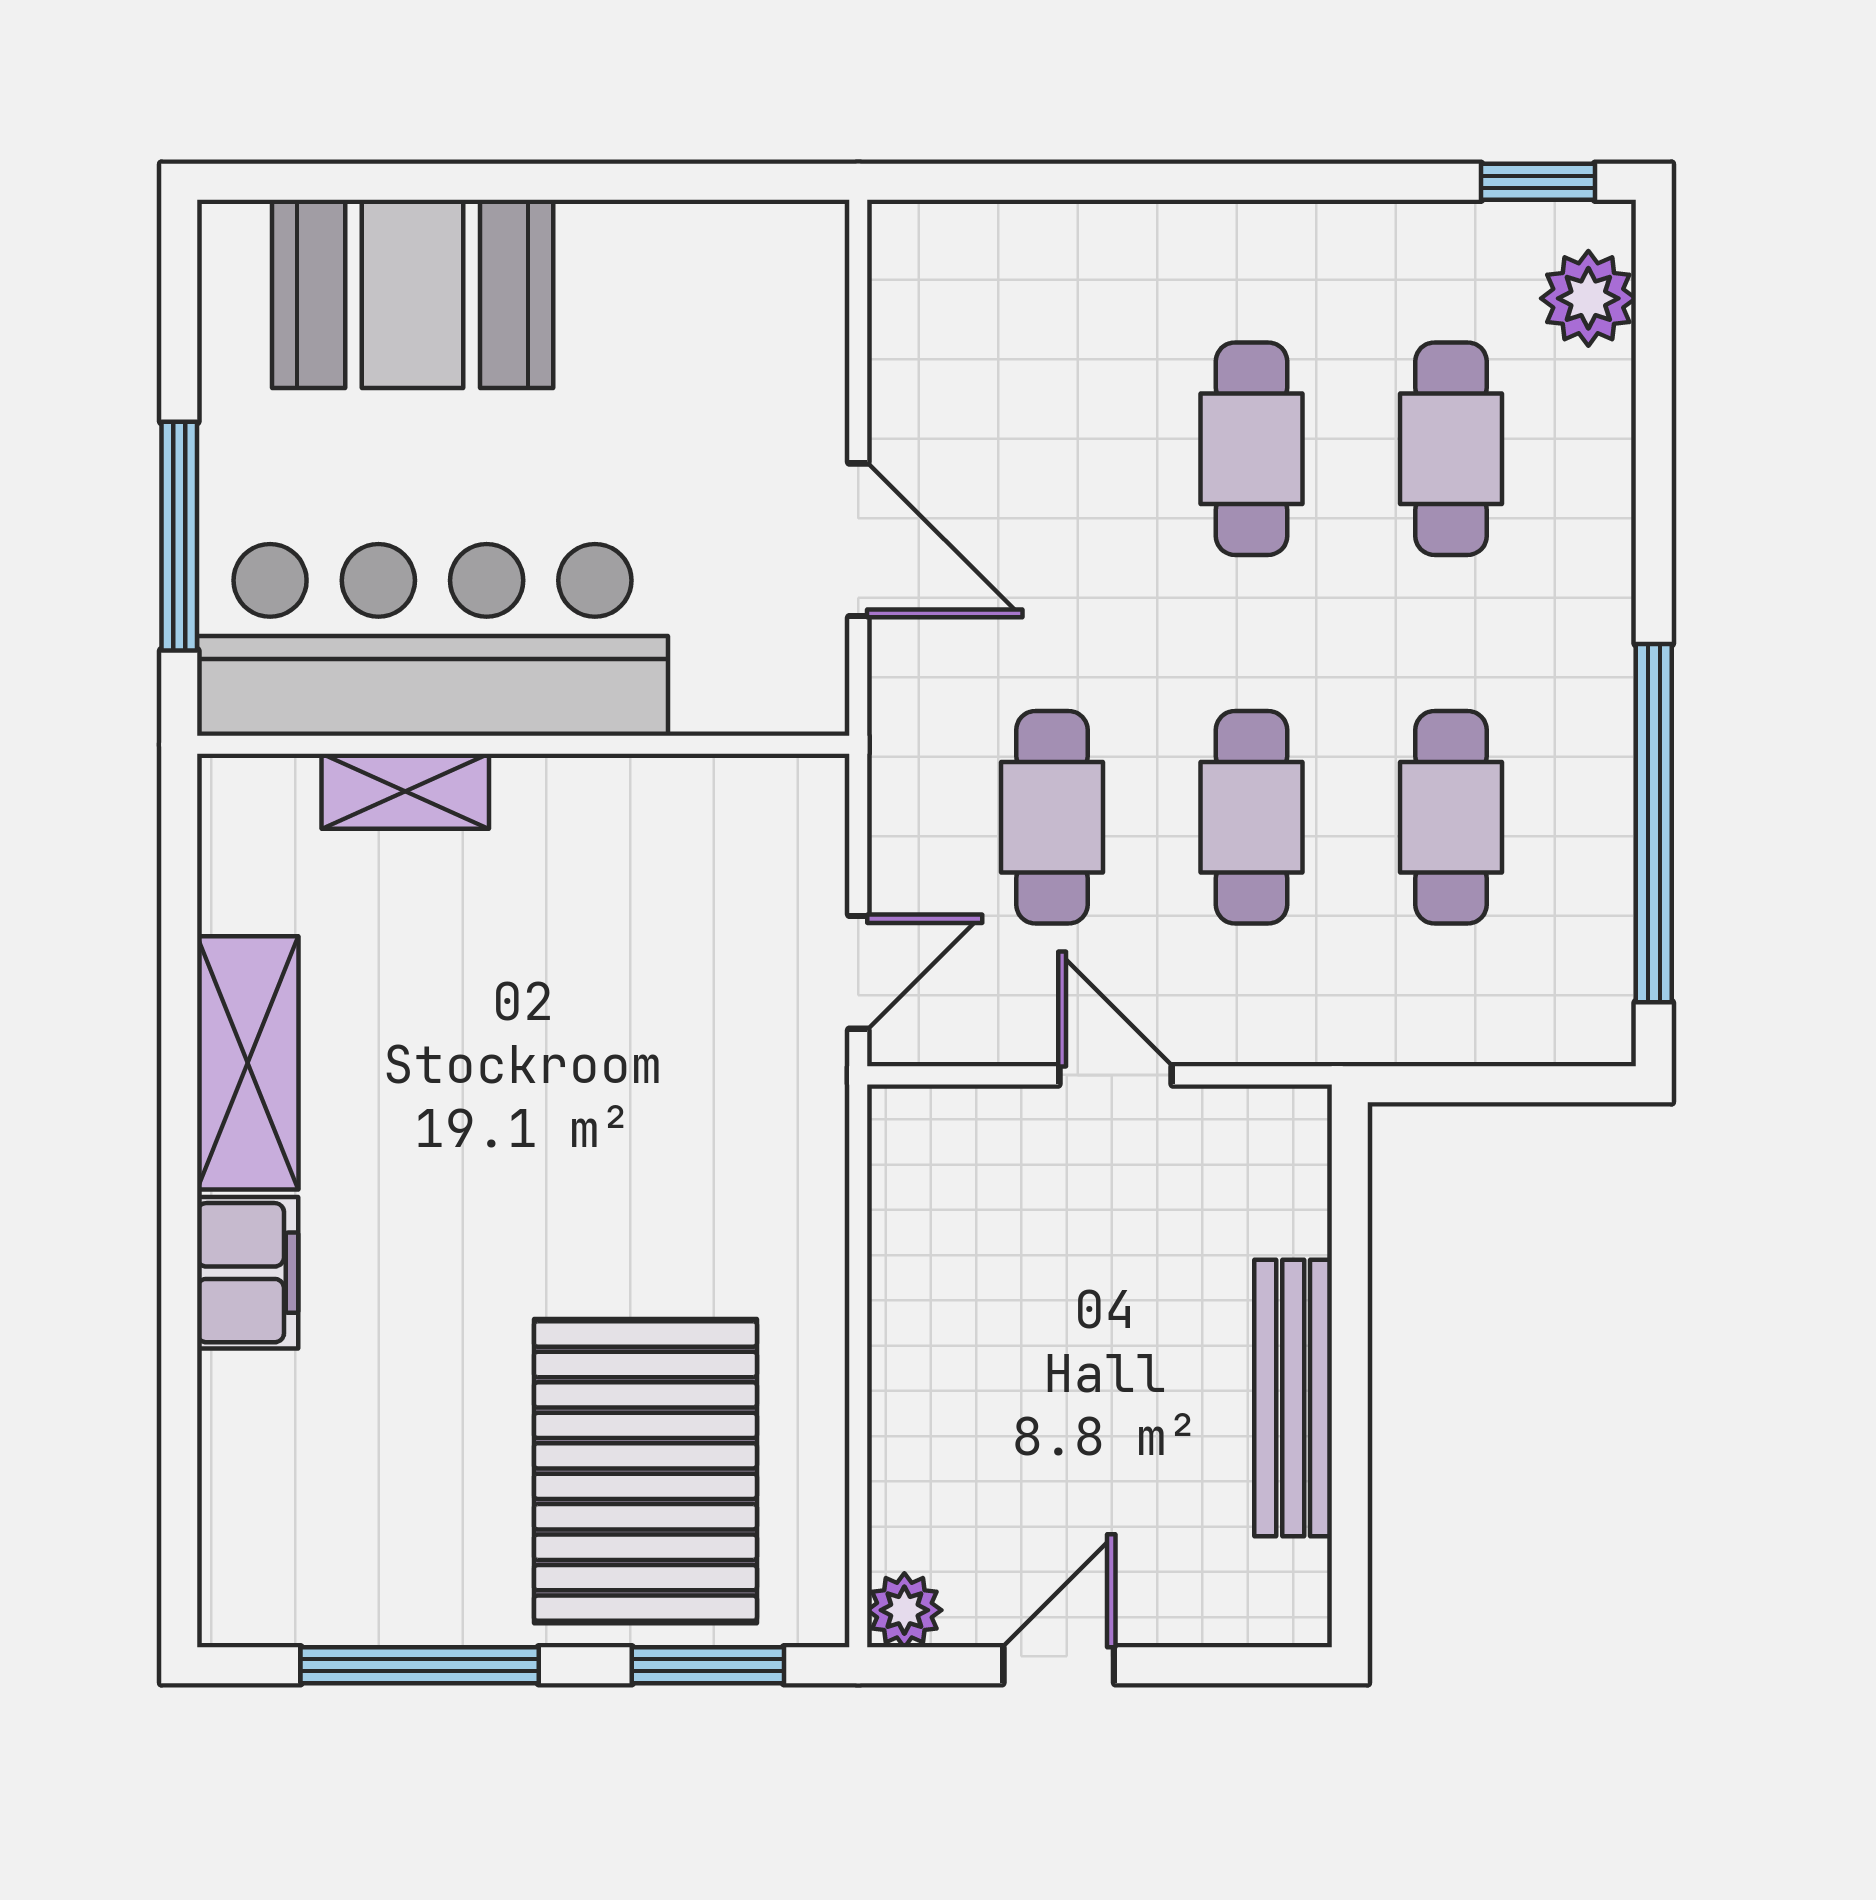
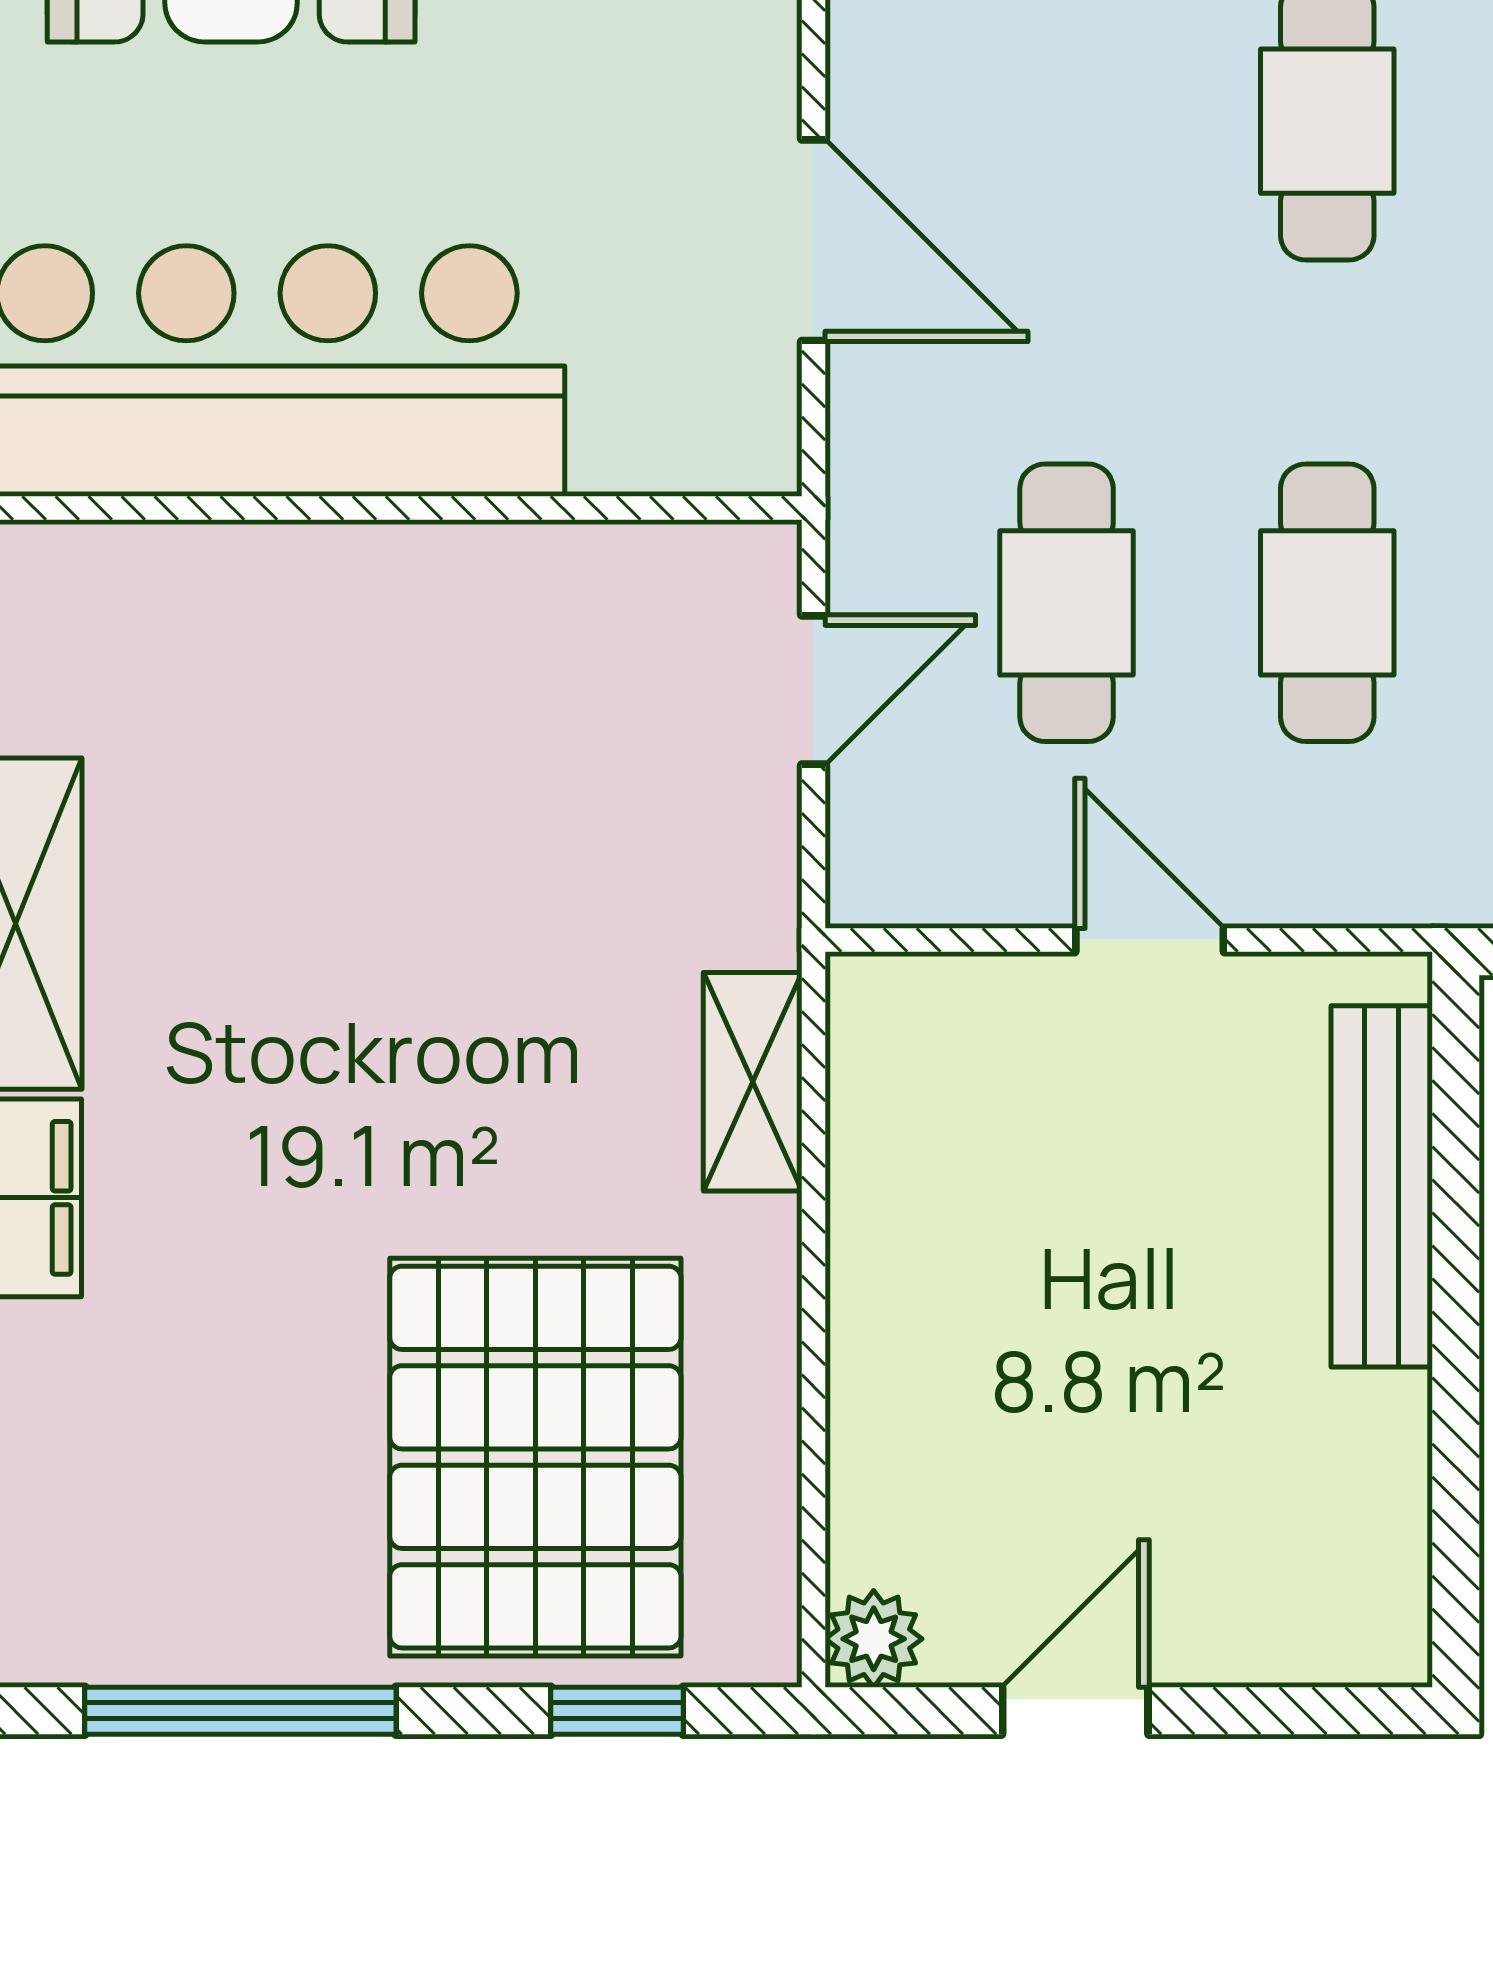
shelving: (405, 791) -> (753, 1082), moved, turned 90
door: (858, 972) -> (813, 690), moved
bench: (1293, 1398) -> (1382, 1186), moved
window: (708, 1665) -> (617, 1711), width x0.67

